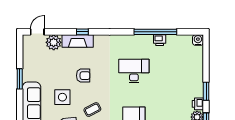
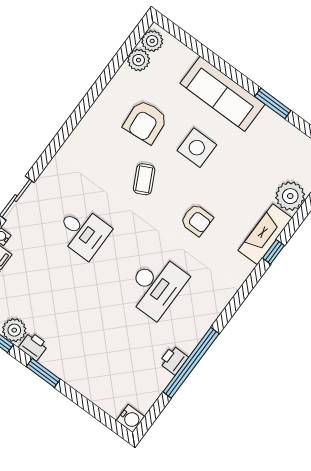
armchair: (83, 76) -> (197, 220), moved, turned -90

